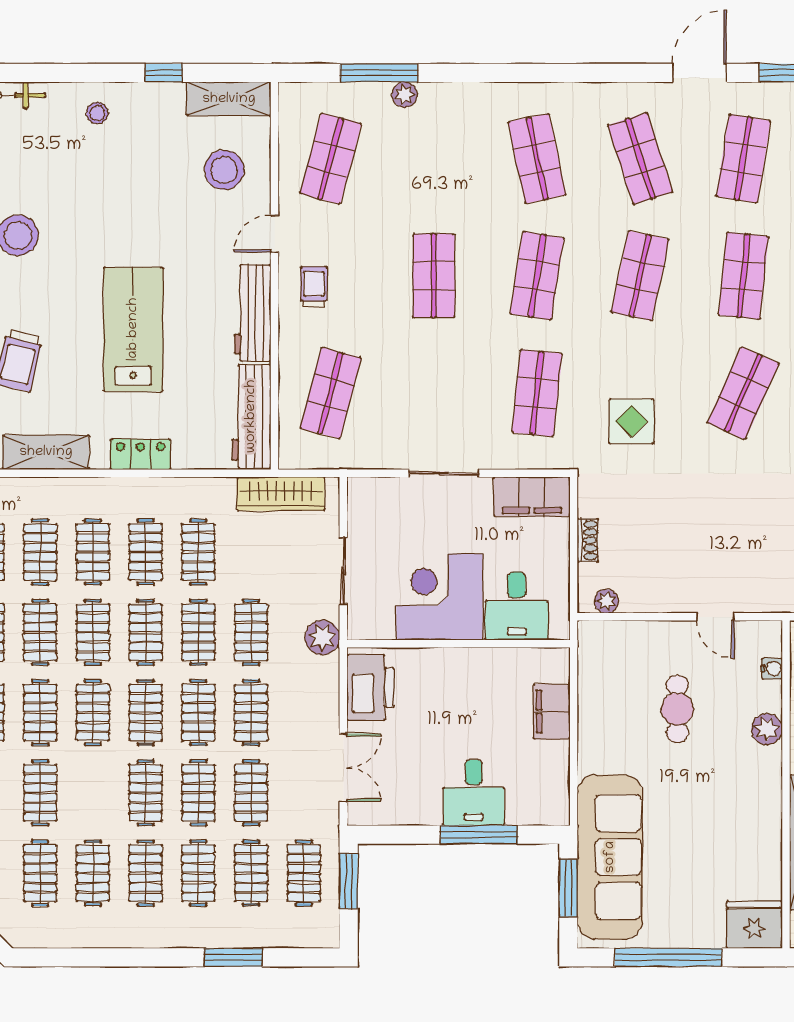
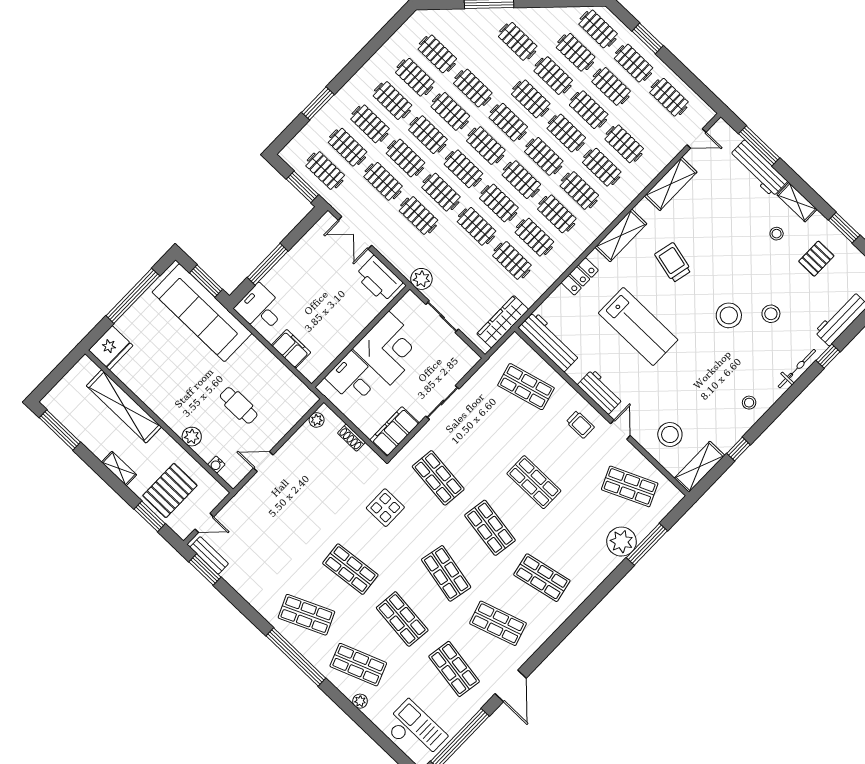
plant: (405, 95) -> (622, 542), width x1.87, depth x1.87
shop shelf: (331, 158) -> (630, 486), turned -39
workbench: (253, 313) -> (600, 392), width x0.73
shop shelf: (331, 393) -> (526, 387), turned -30
shop shelf: (743, 393) -> (350, 569), turned -30
clothes rail: (251, 632) -> (450, 111), moved
desk: (474, 793) -> (260, 309), moved

